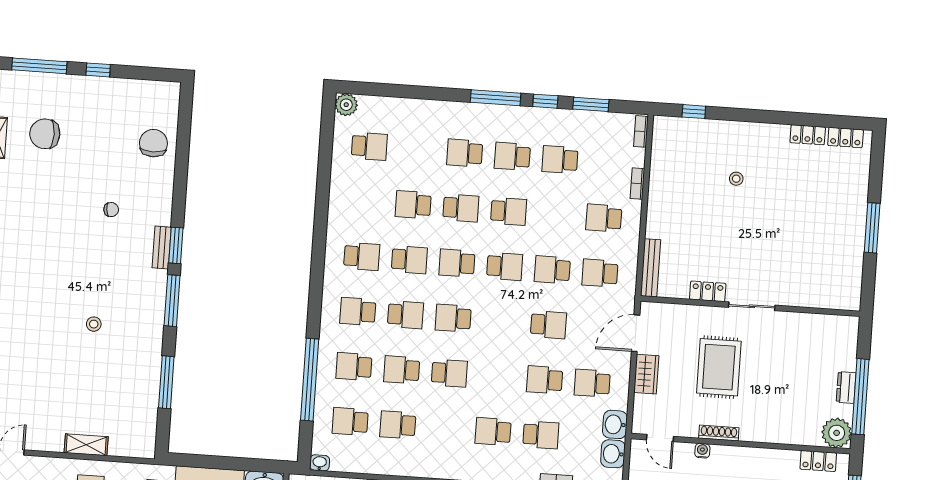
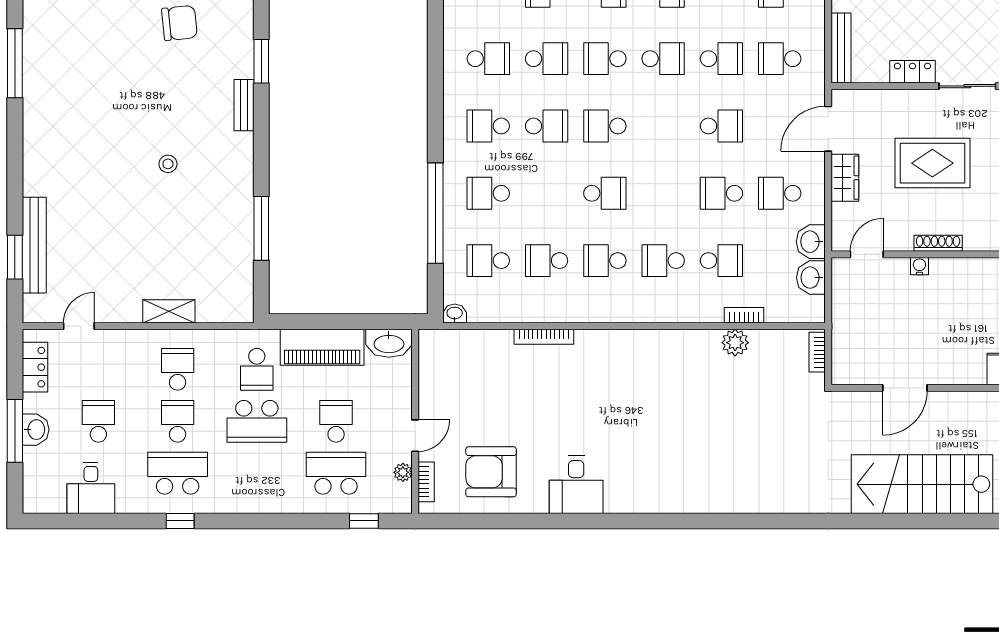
chair: (111, 210) -> (179, 23), width x1.87, depth x1.87
bench: (162, 247) -> (244, 105), moved
school desk: (552, 270) -> (721, 59), turned 180
window: (172, 301) -> (261, 129), removed
rug: (719, 367) -> (932, 163), turned 90
school desk: (402, 370) -> (605, 261), moved
door: (660, 438) -> (867, 254), swing flipped

